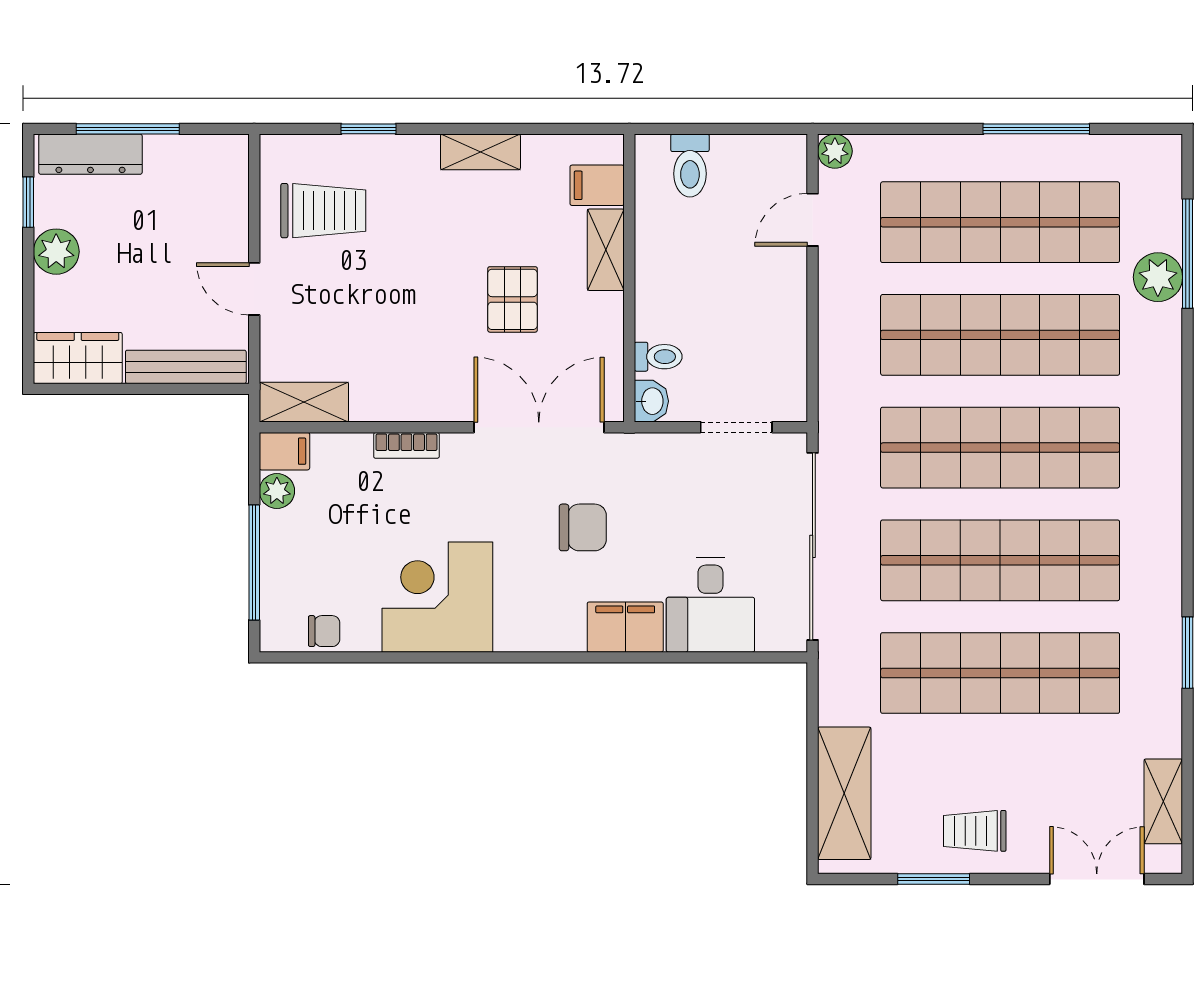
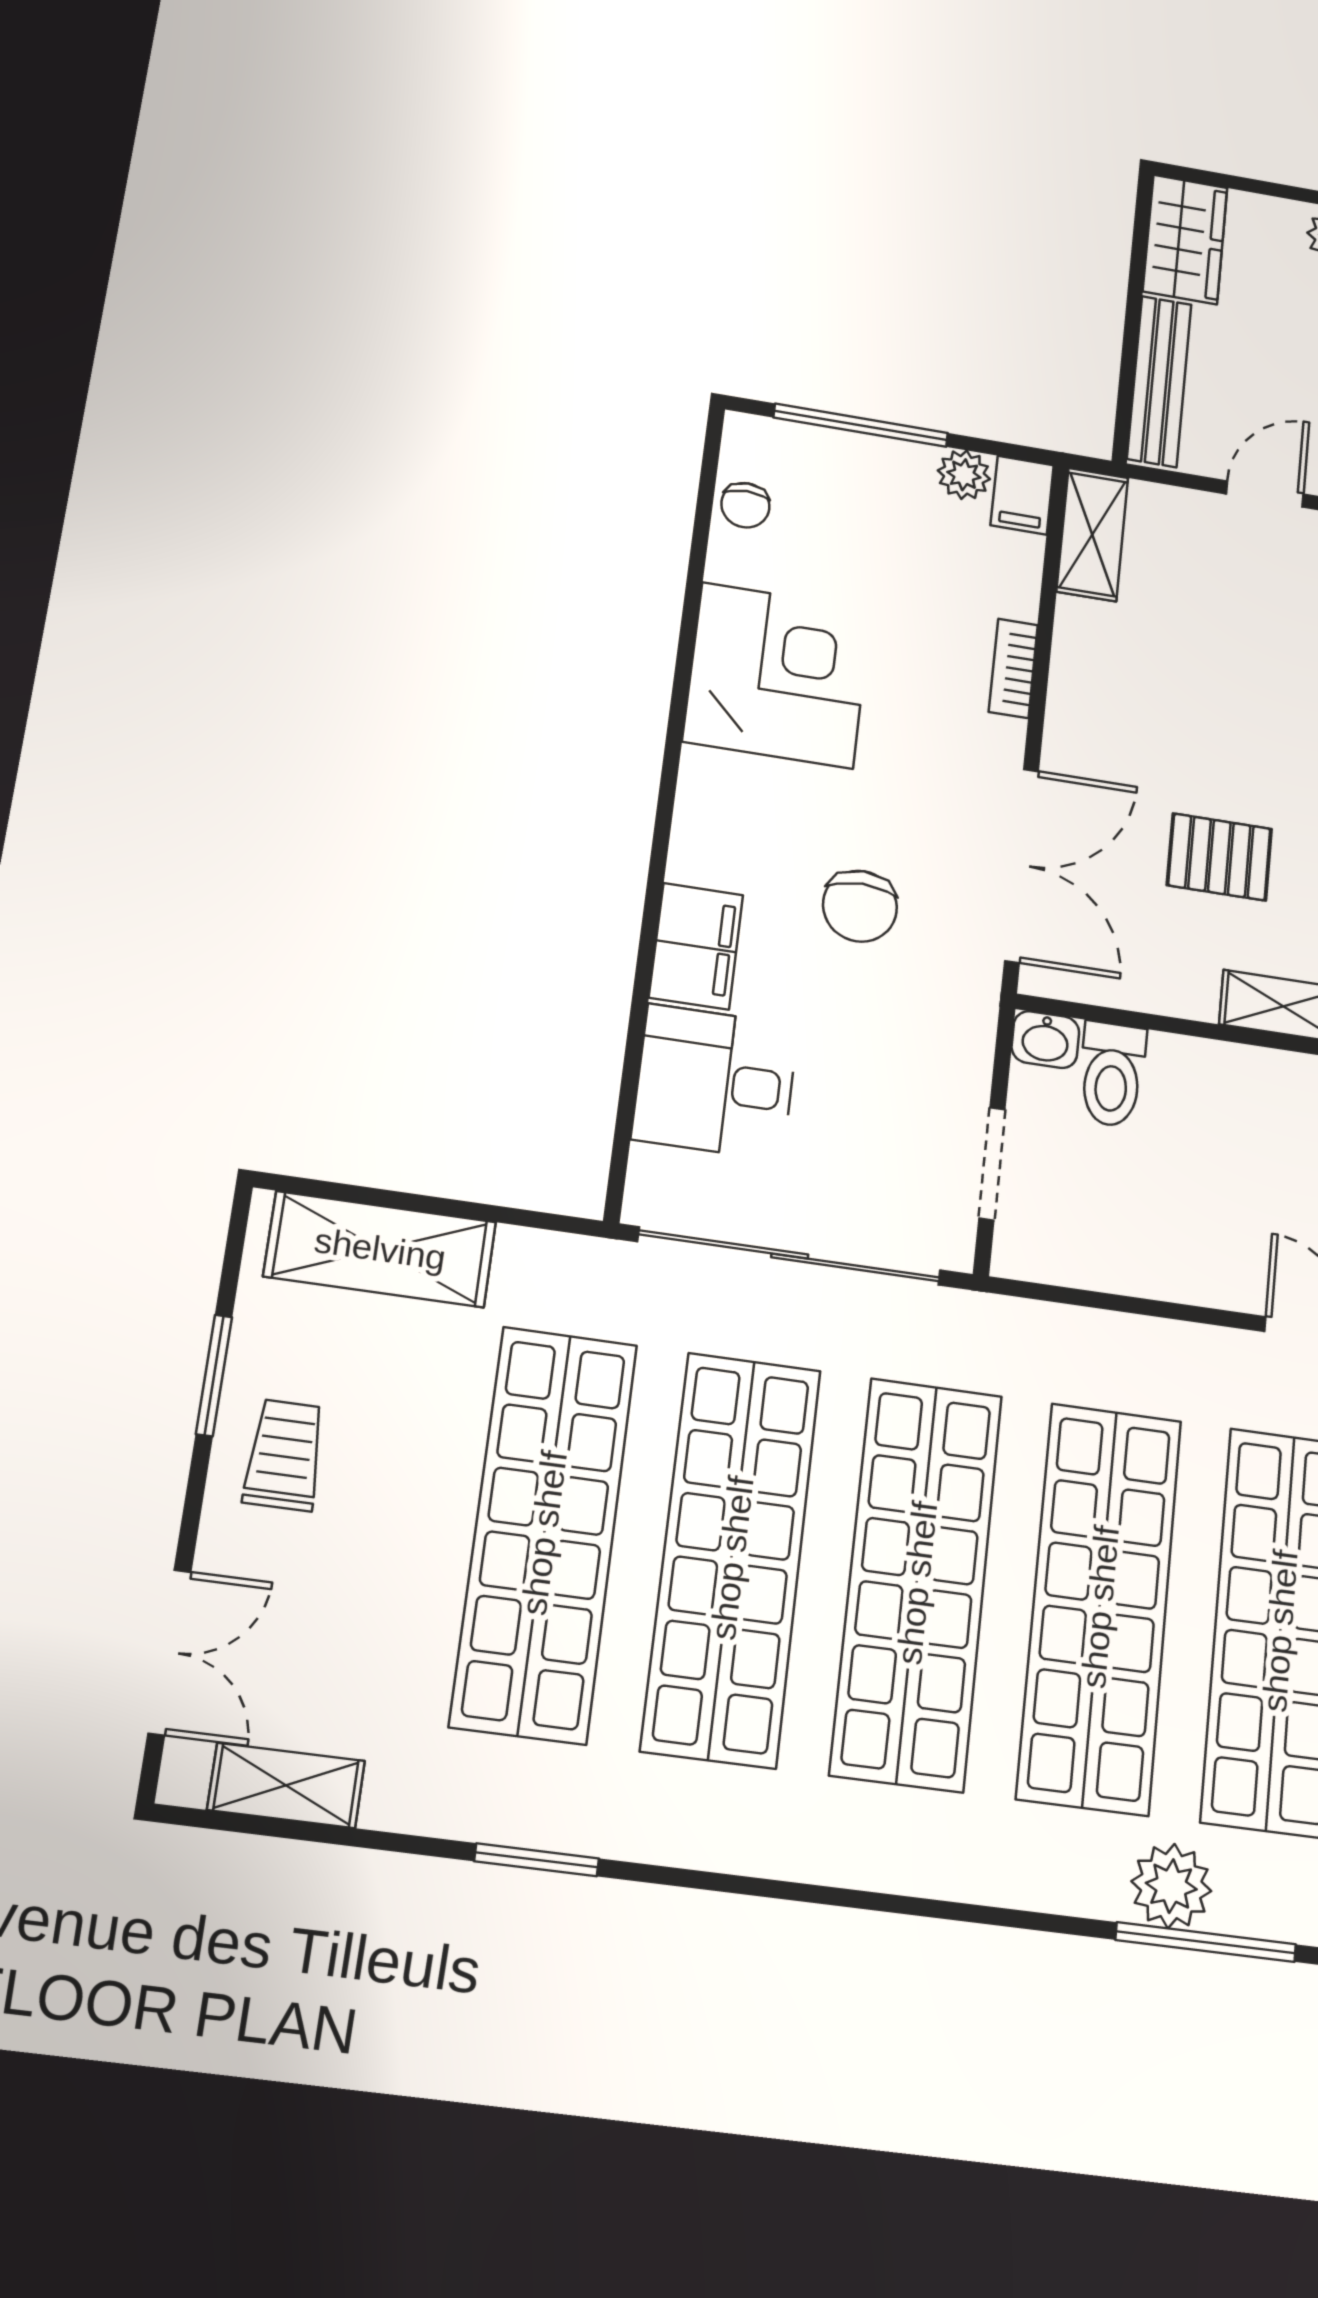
toilet: (658, 357) -> (1112, 1074), width x1.37, depth x1.39

